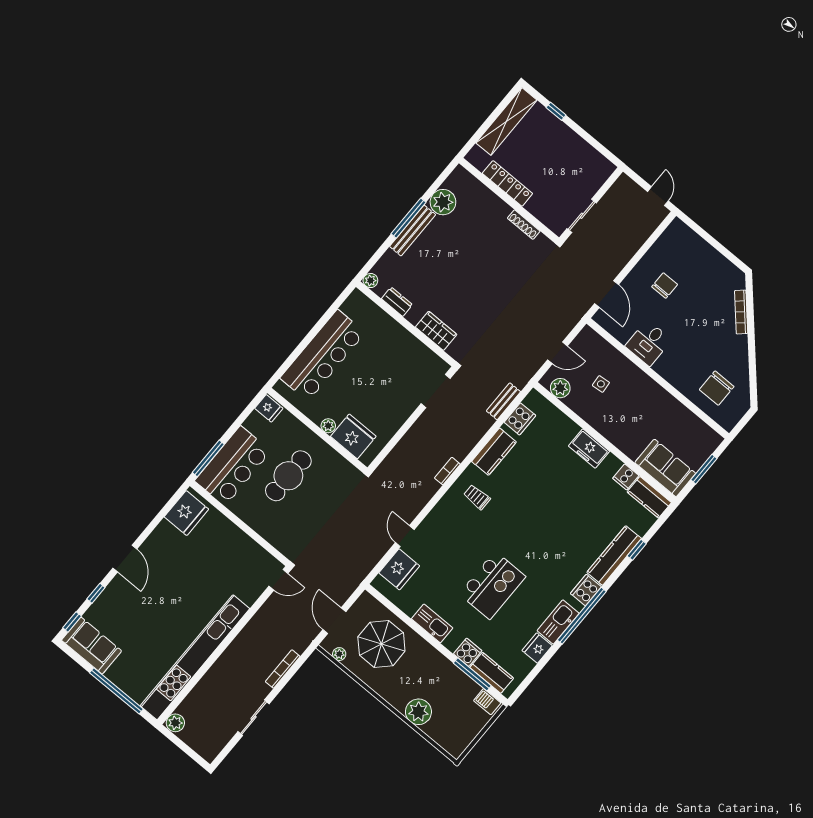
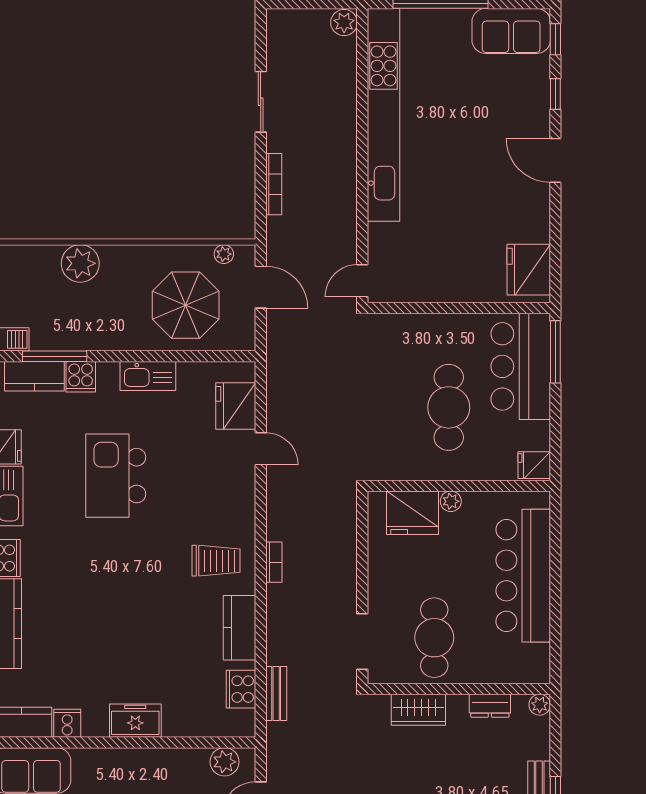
cafe table: (396, 362) -> (434, 638), added
trolley: (477, 497) -> (216, 561), width x1.36, depth x1.39

